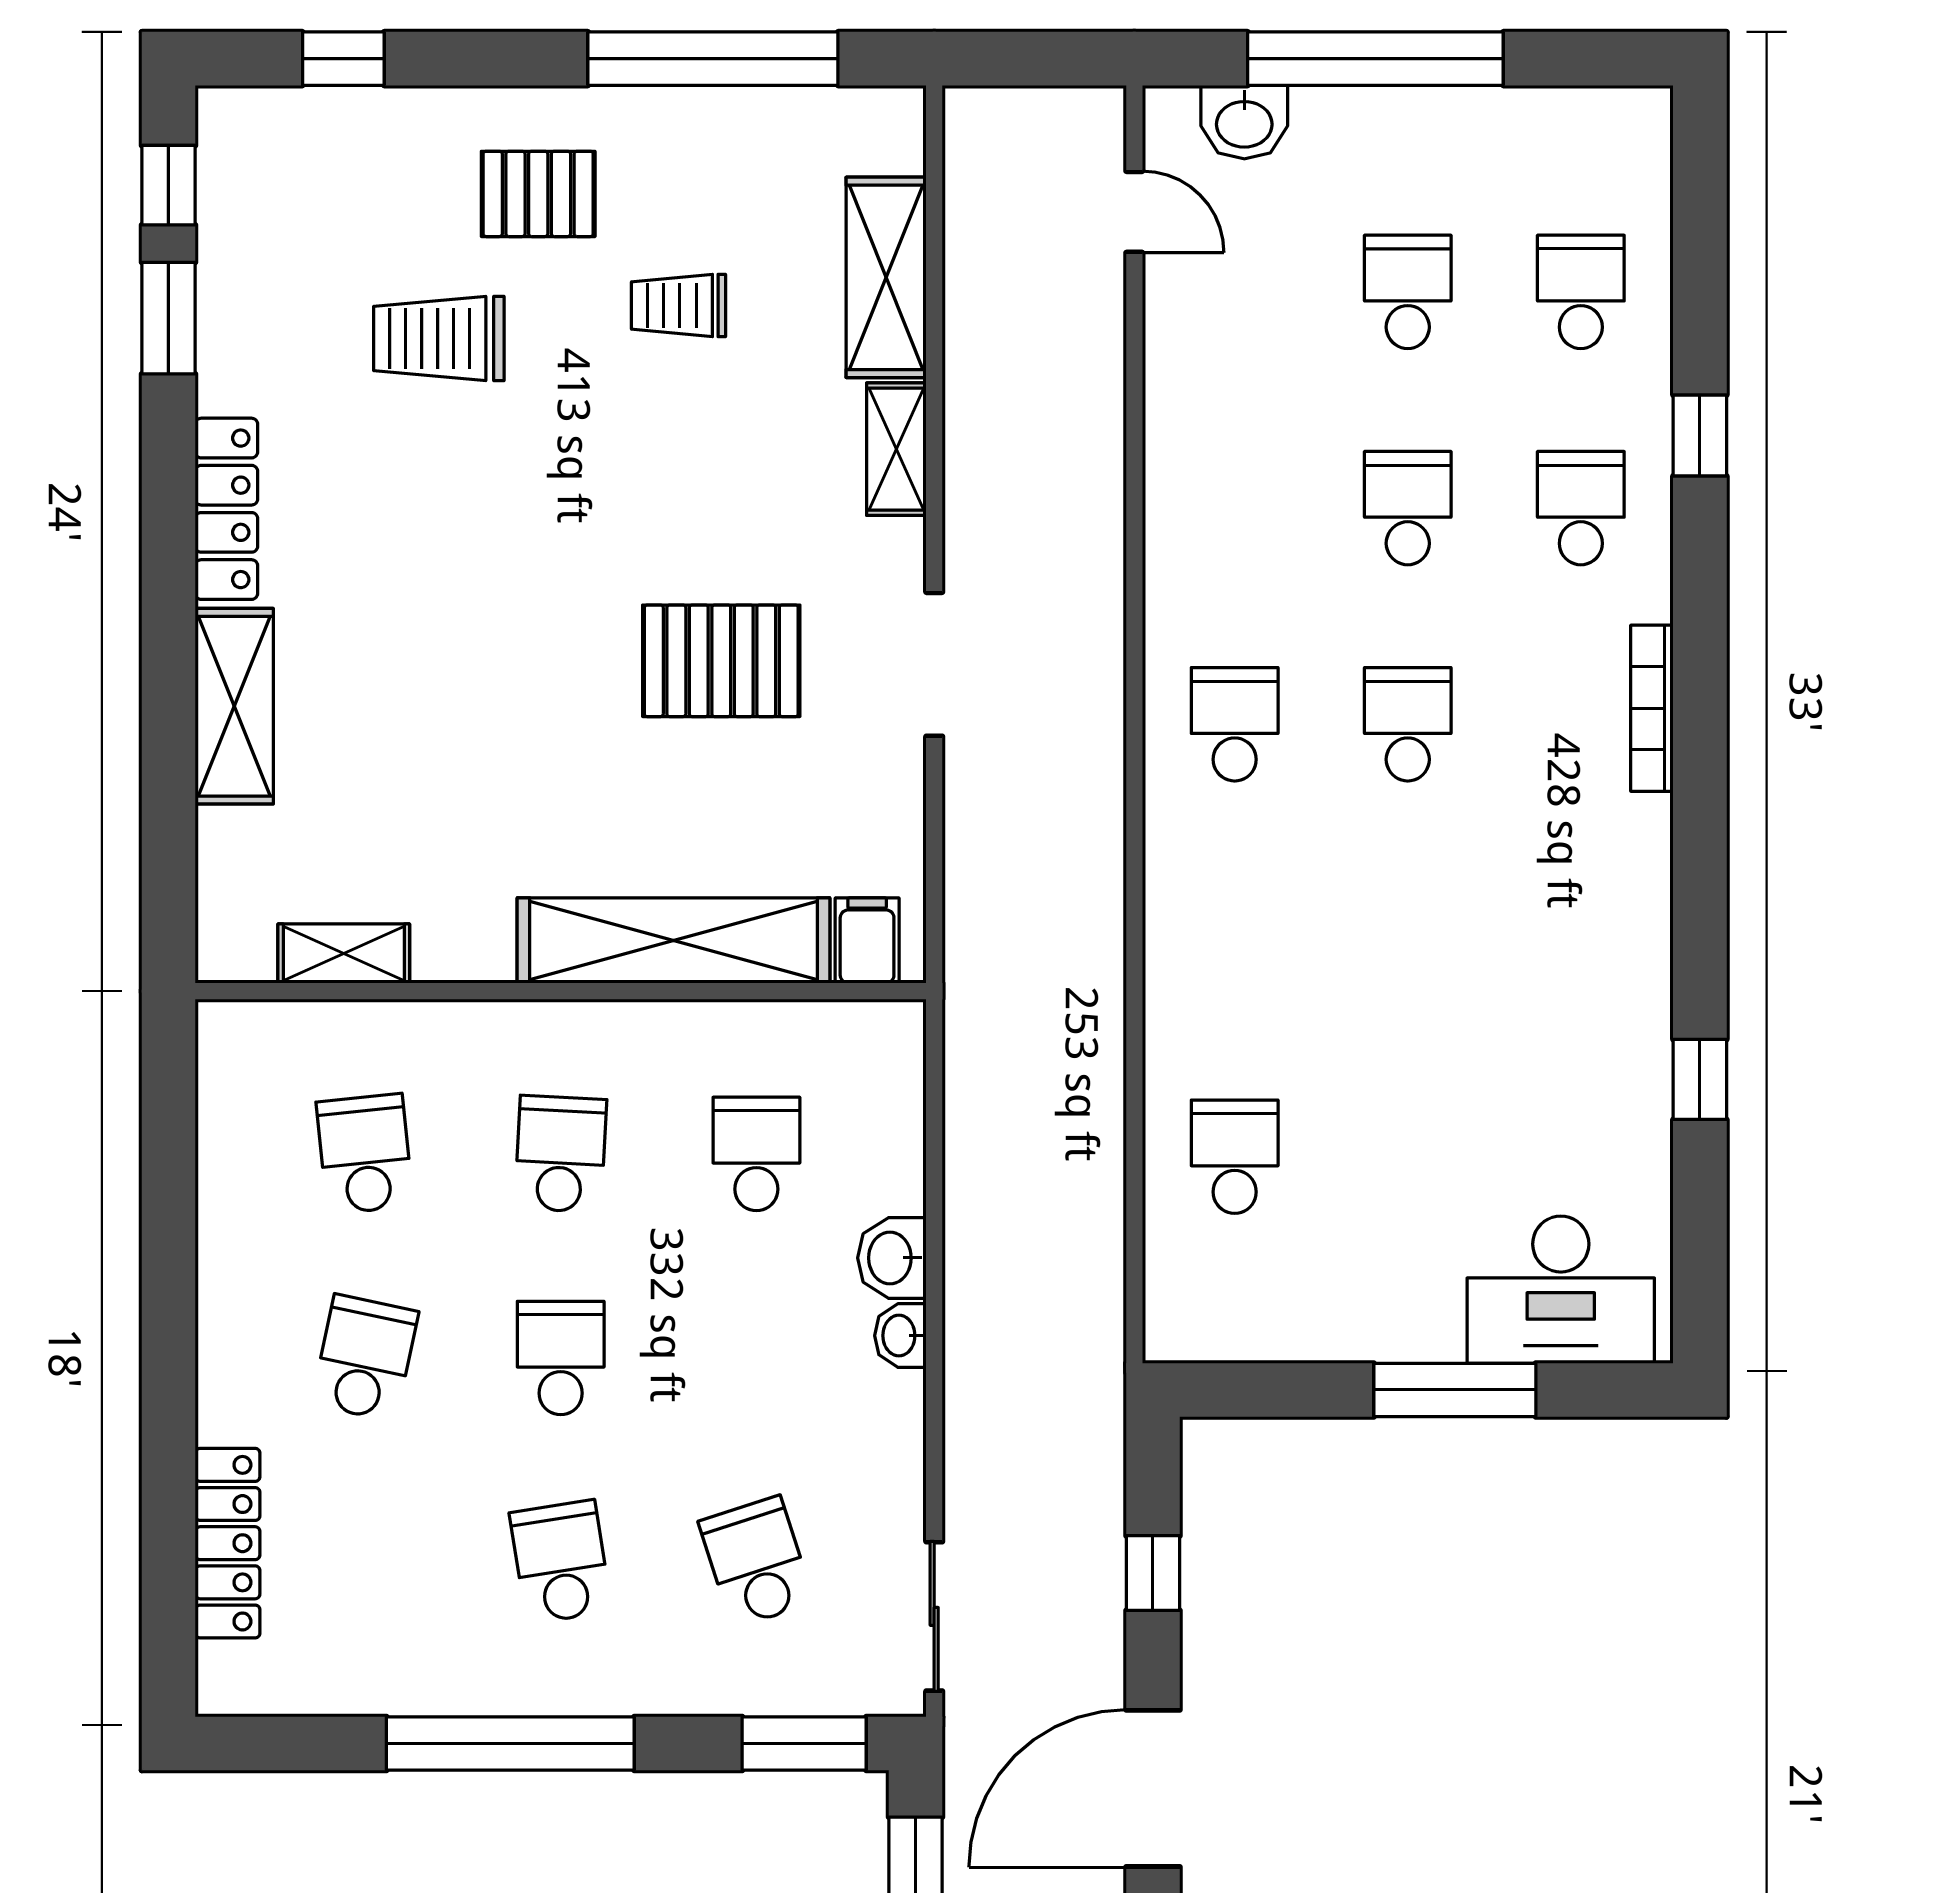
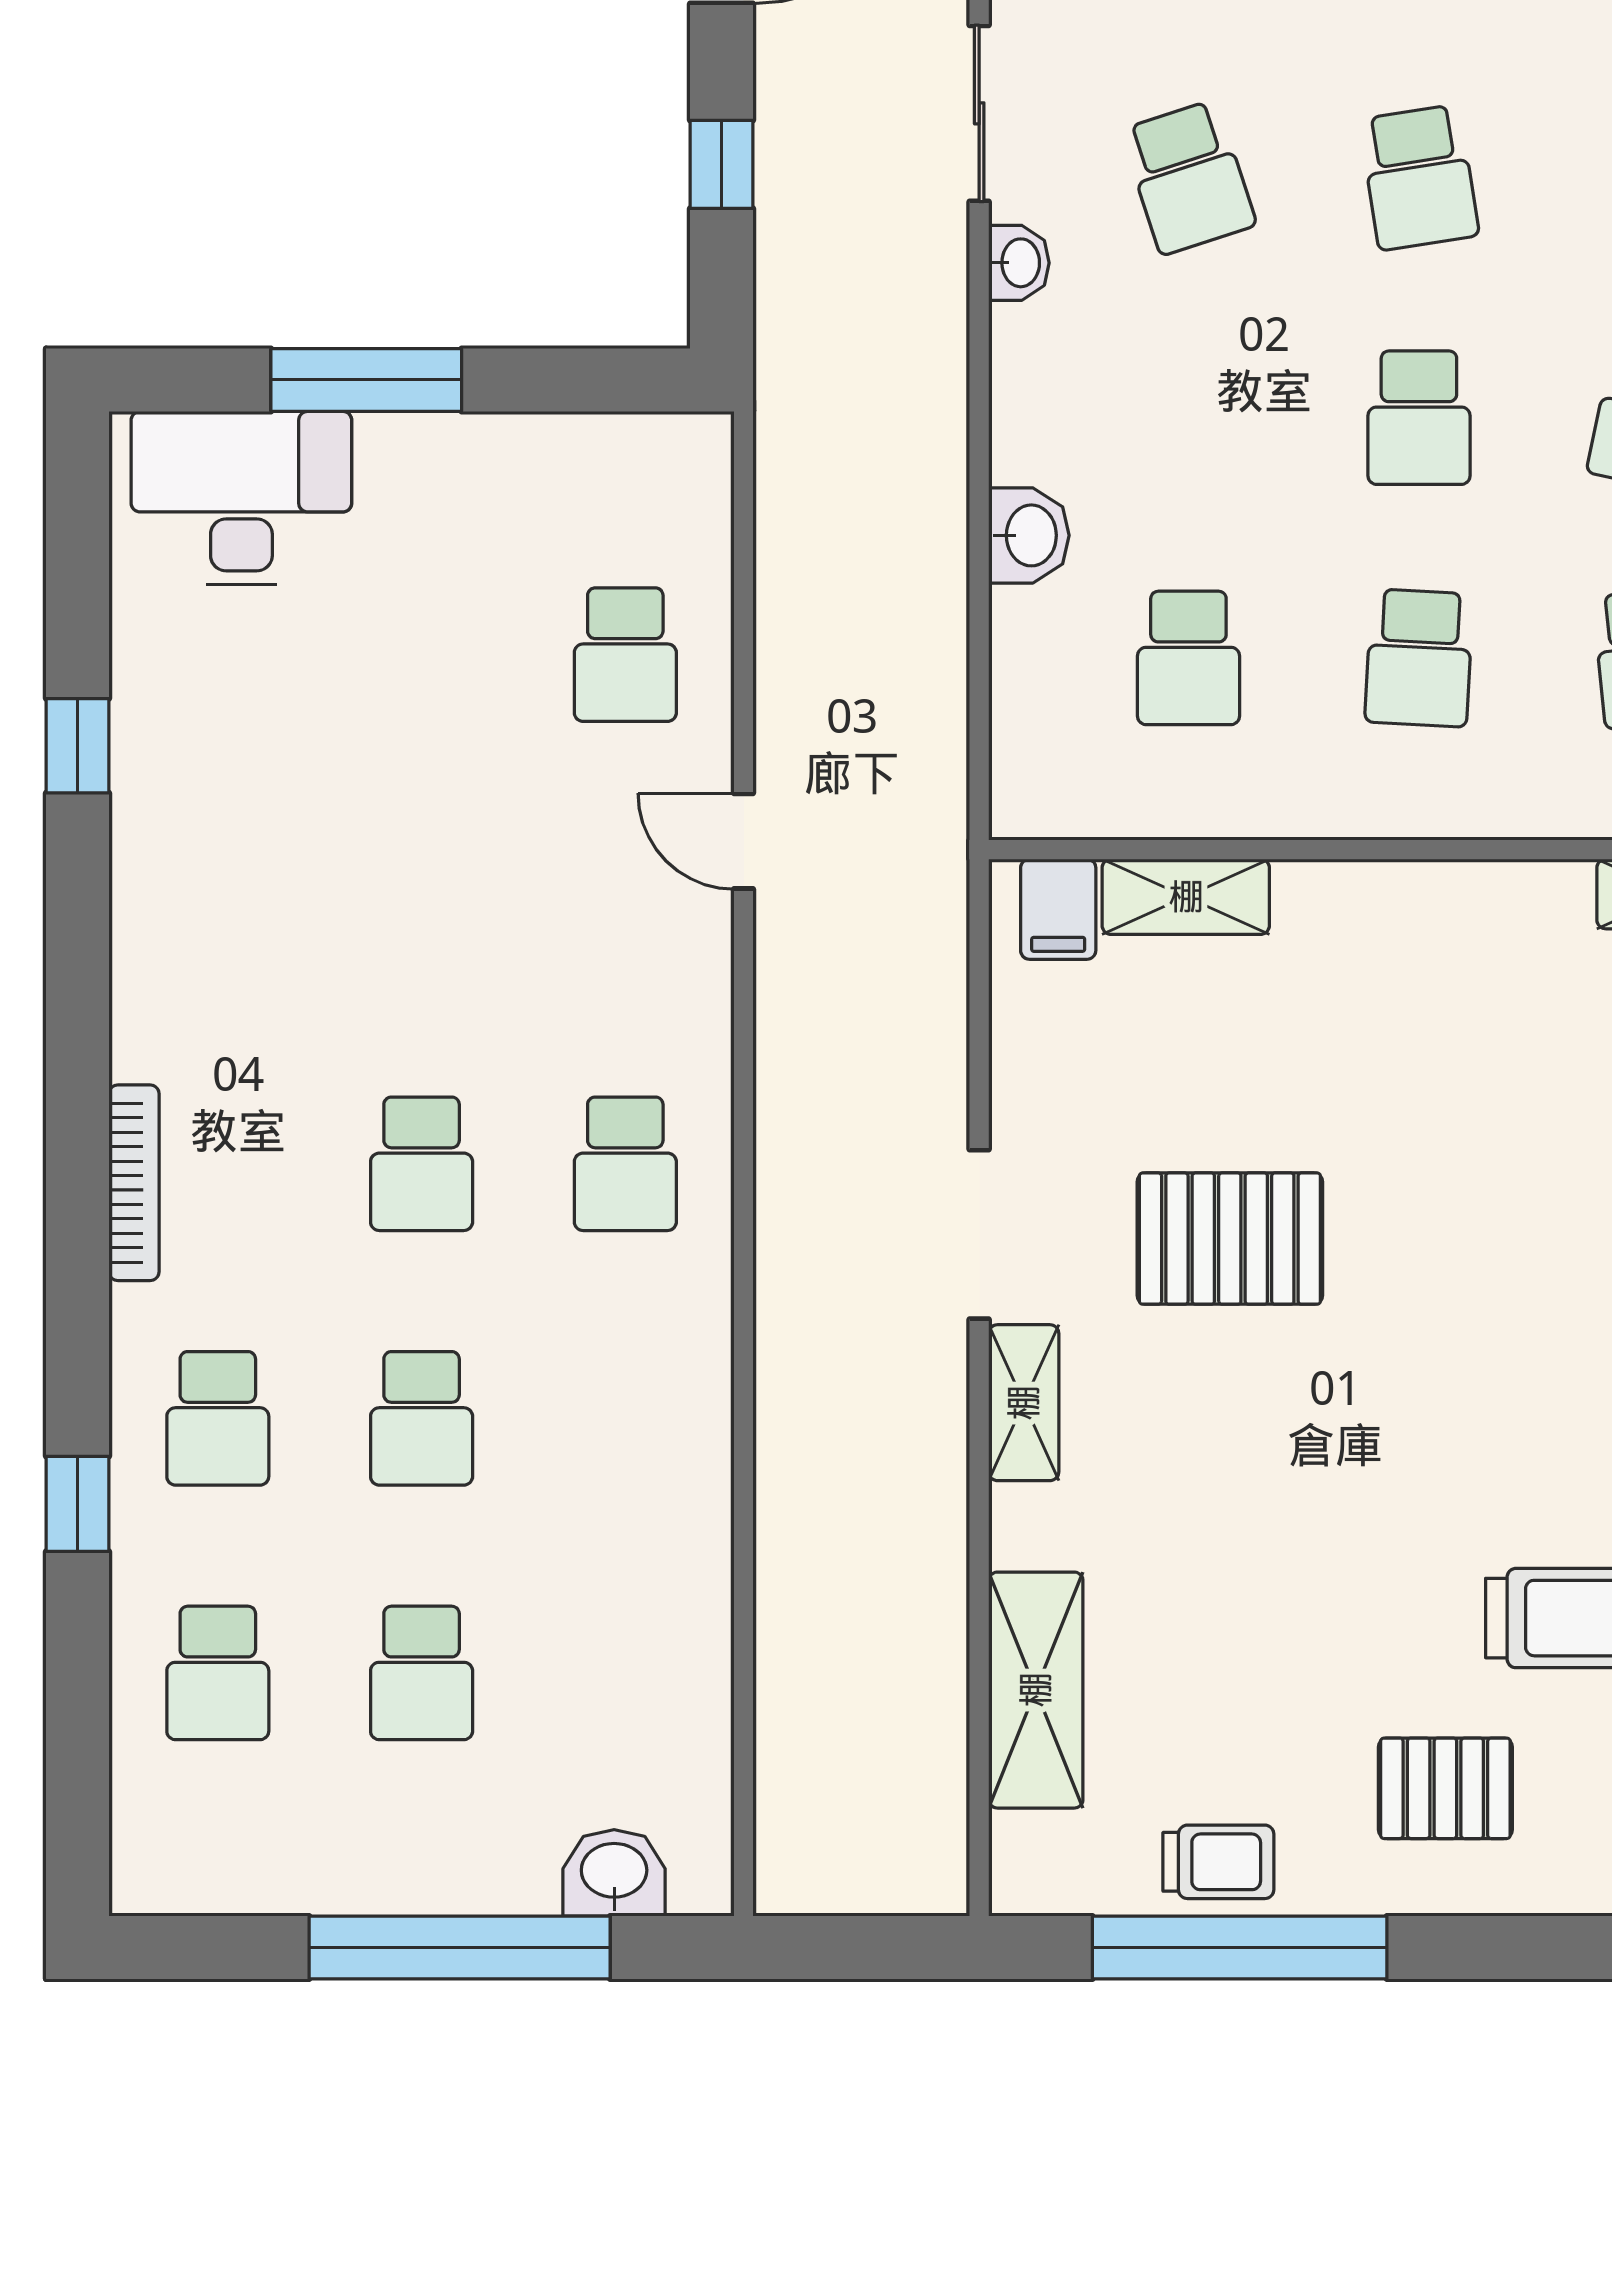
door: (1134, 212) -> (744, 841), moved
trolley: (678, 305) -> (1218, 1862), moved
shelving: (896, 449) -> (1024, 1403), moved
shelving: (673, 940) -> (1186, 897), width x0.45, depth x0.75
washbasin: (900, 1336) -> (1019, 263), moved

